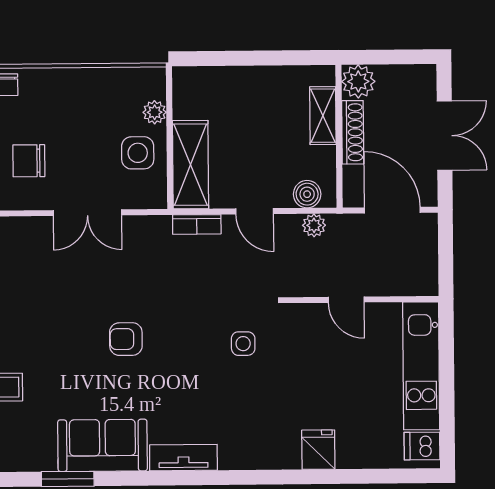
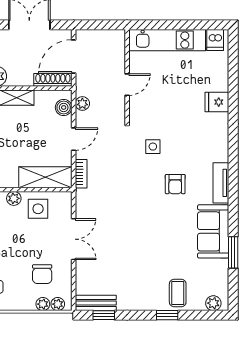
shoe rack: (353, 132) -> (53, 80), moved
armchair: (126, 339) -> (175, 184), moved

